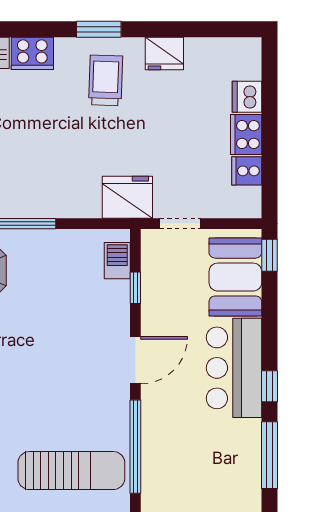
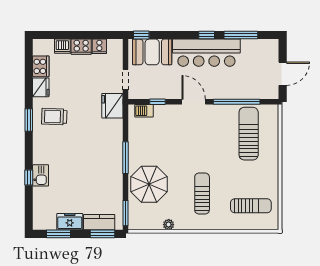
cooker: (32, 53) -> (41, 66), moved
bar counter: (234, 368) -> (206, 53), width x1.36

